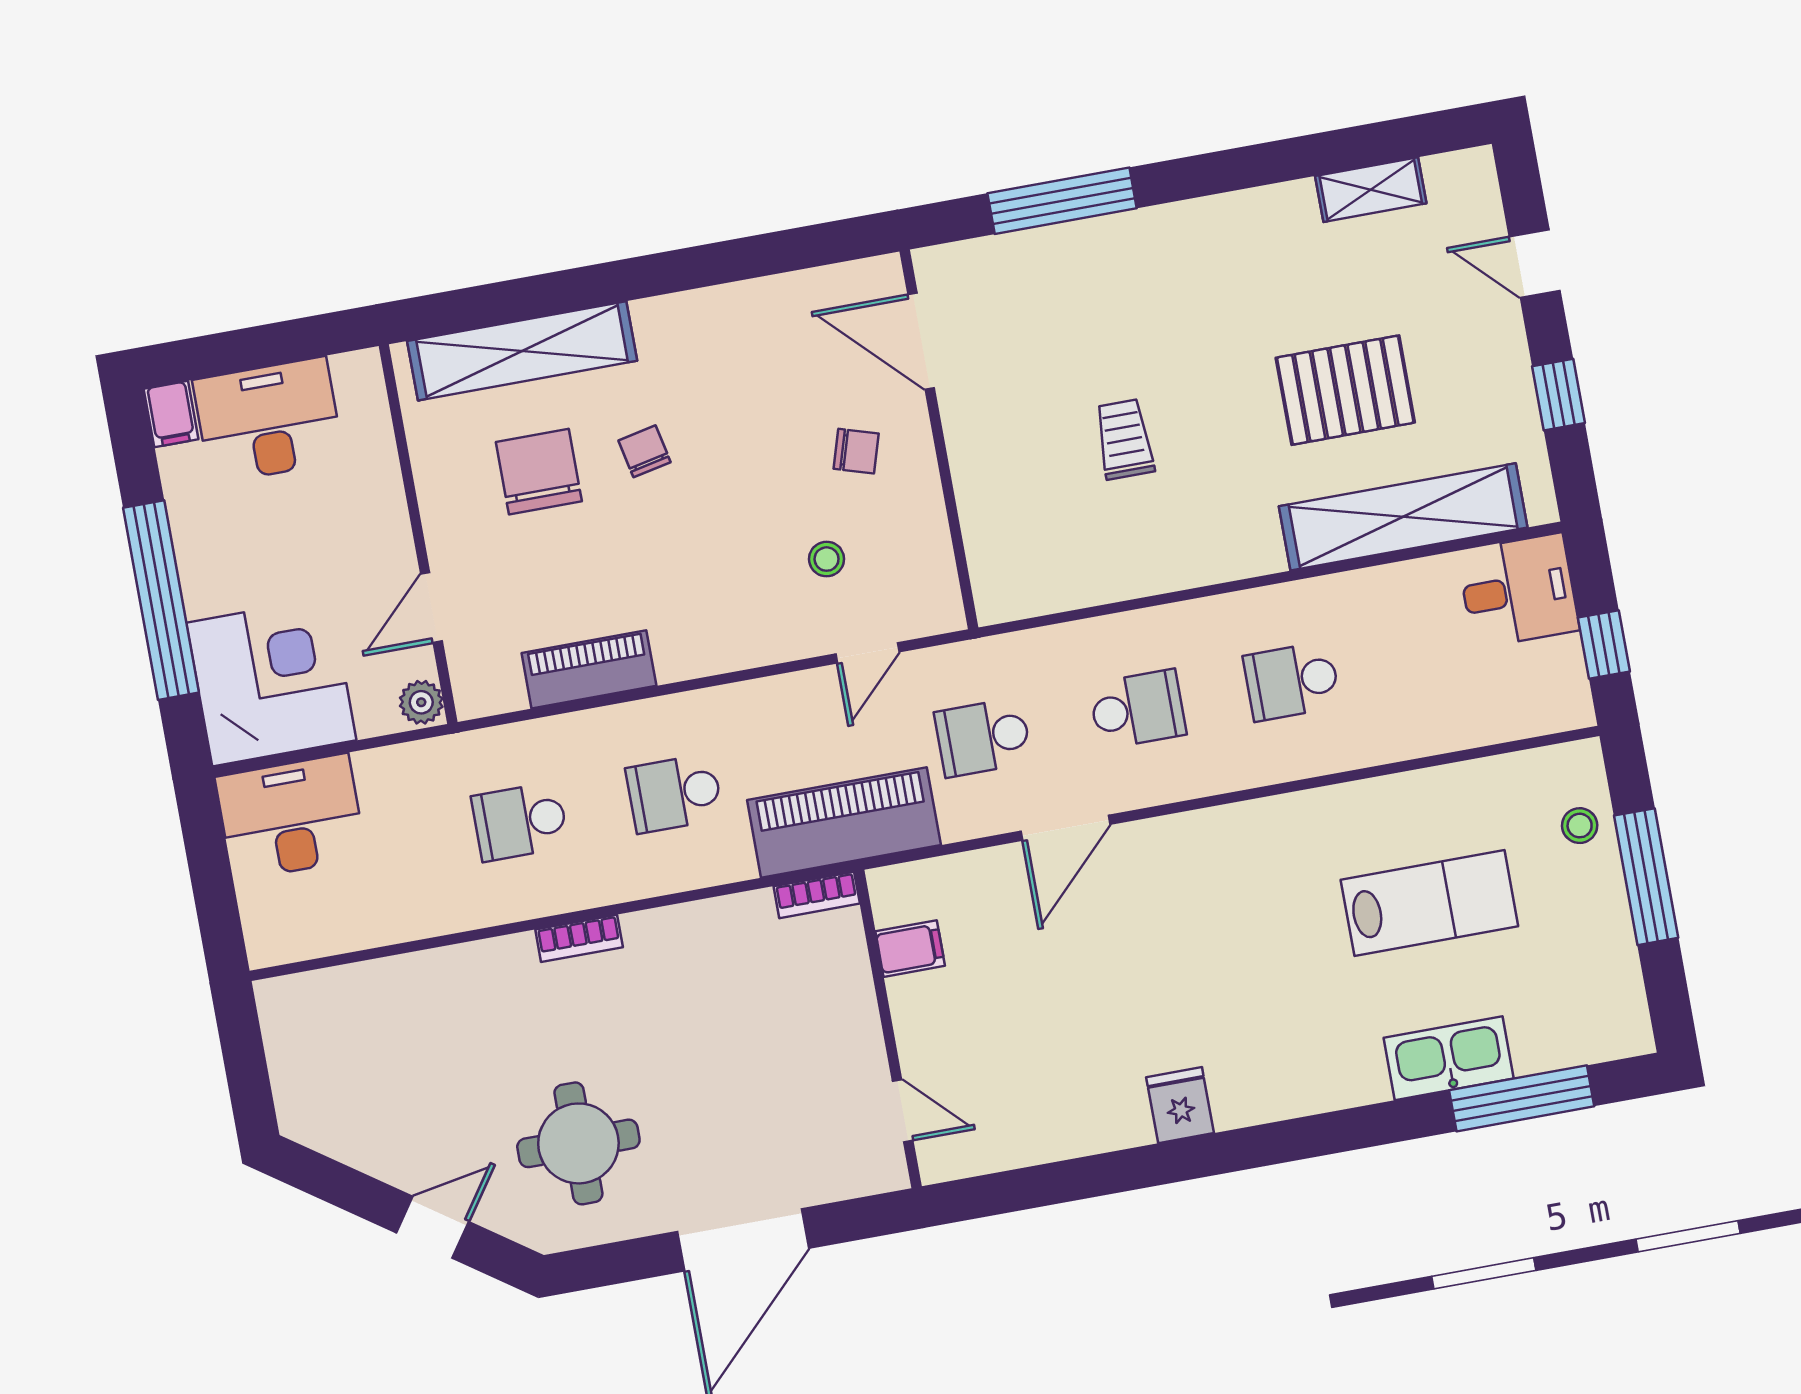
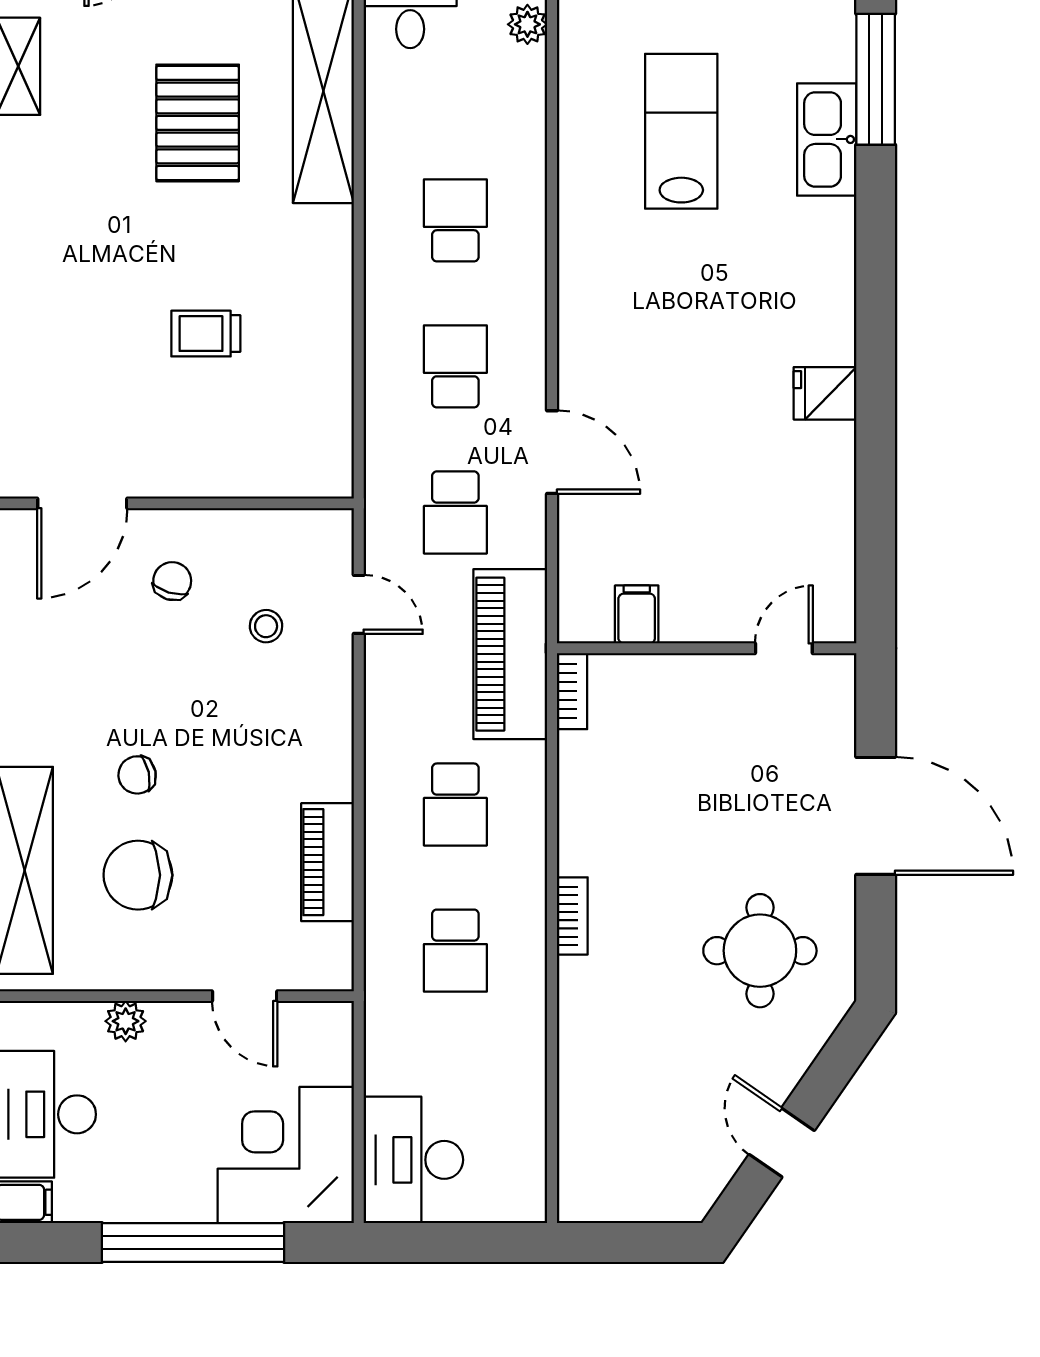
school desk: (1292, 681) -> (455, 220), turned 180
plant: (421, 702) -> (126, 1021), moved
plant: (1513, 720) -> (527, 24), added
door: (433, 1227) -> (782, 1142), moved

